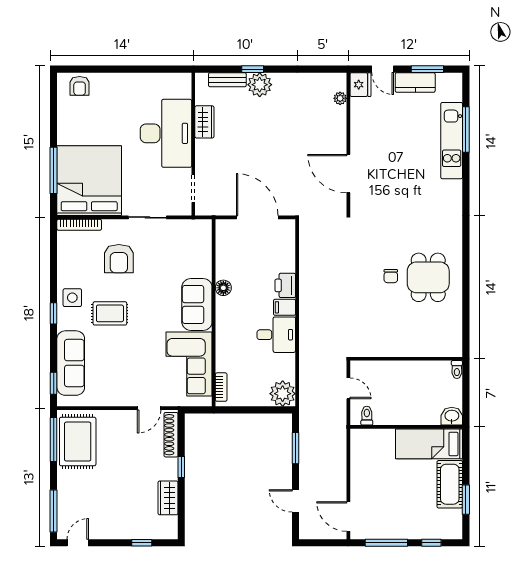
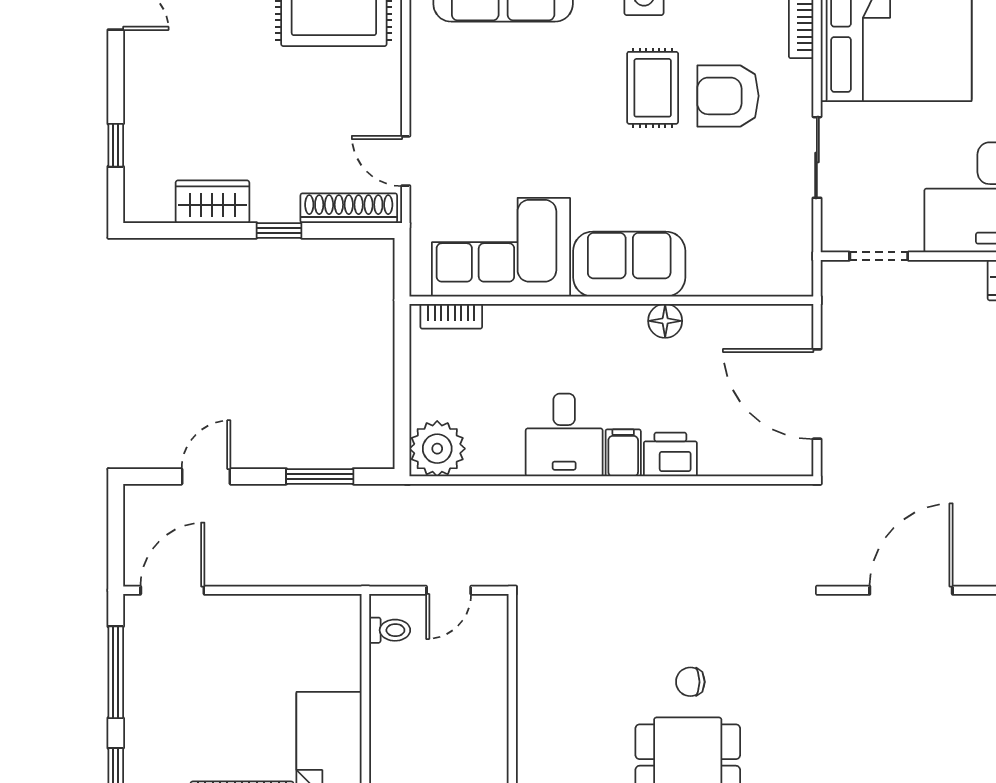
door: (257, 217) -> (817, 394), swing flipped
rug: (110, 313) -> (653, 88), moved

